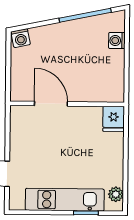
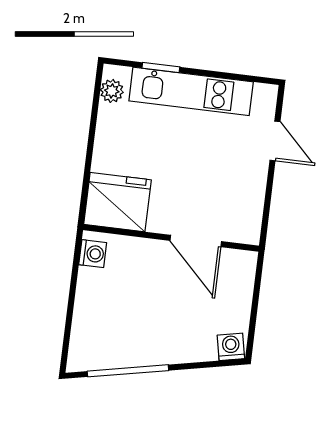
washing machine: (117, 41) -> (93, 254), moved
fridge: (114, 119) -> (118, 202), width x1.88, depth x1.34

